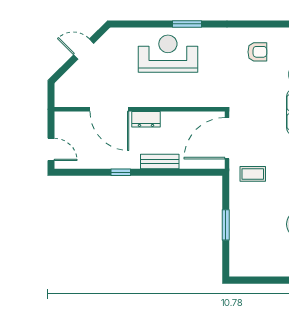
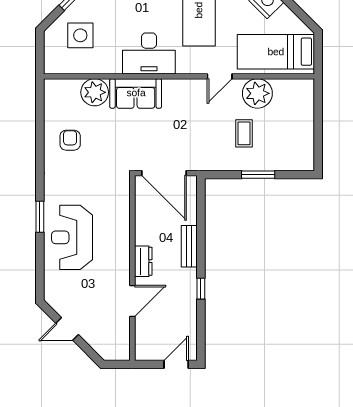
door: (84, 49) -> (67, 329), hinge flipped
door: (109, 109) -> (132, 301), width x0.73
coffee table: (253, 174) -> (244, 133), moved

